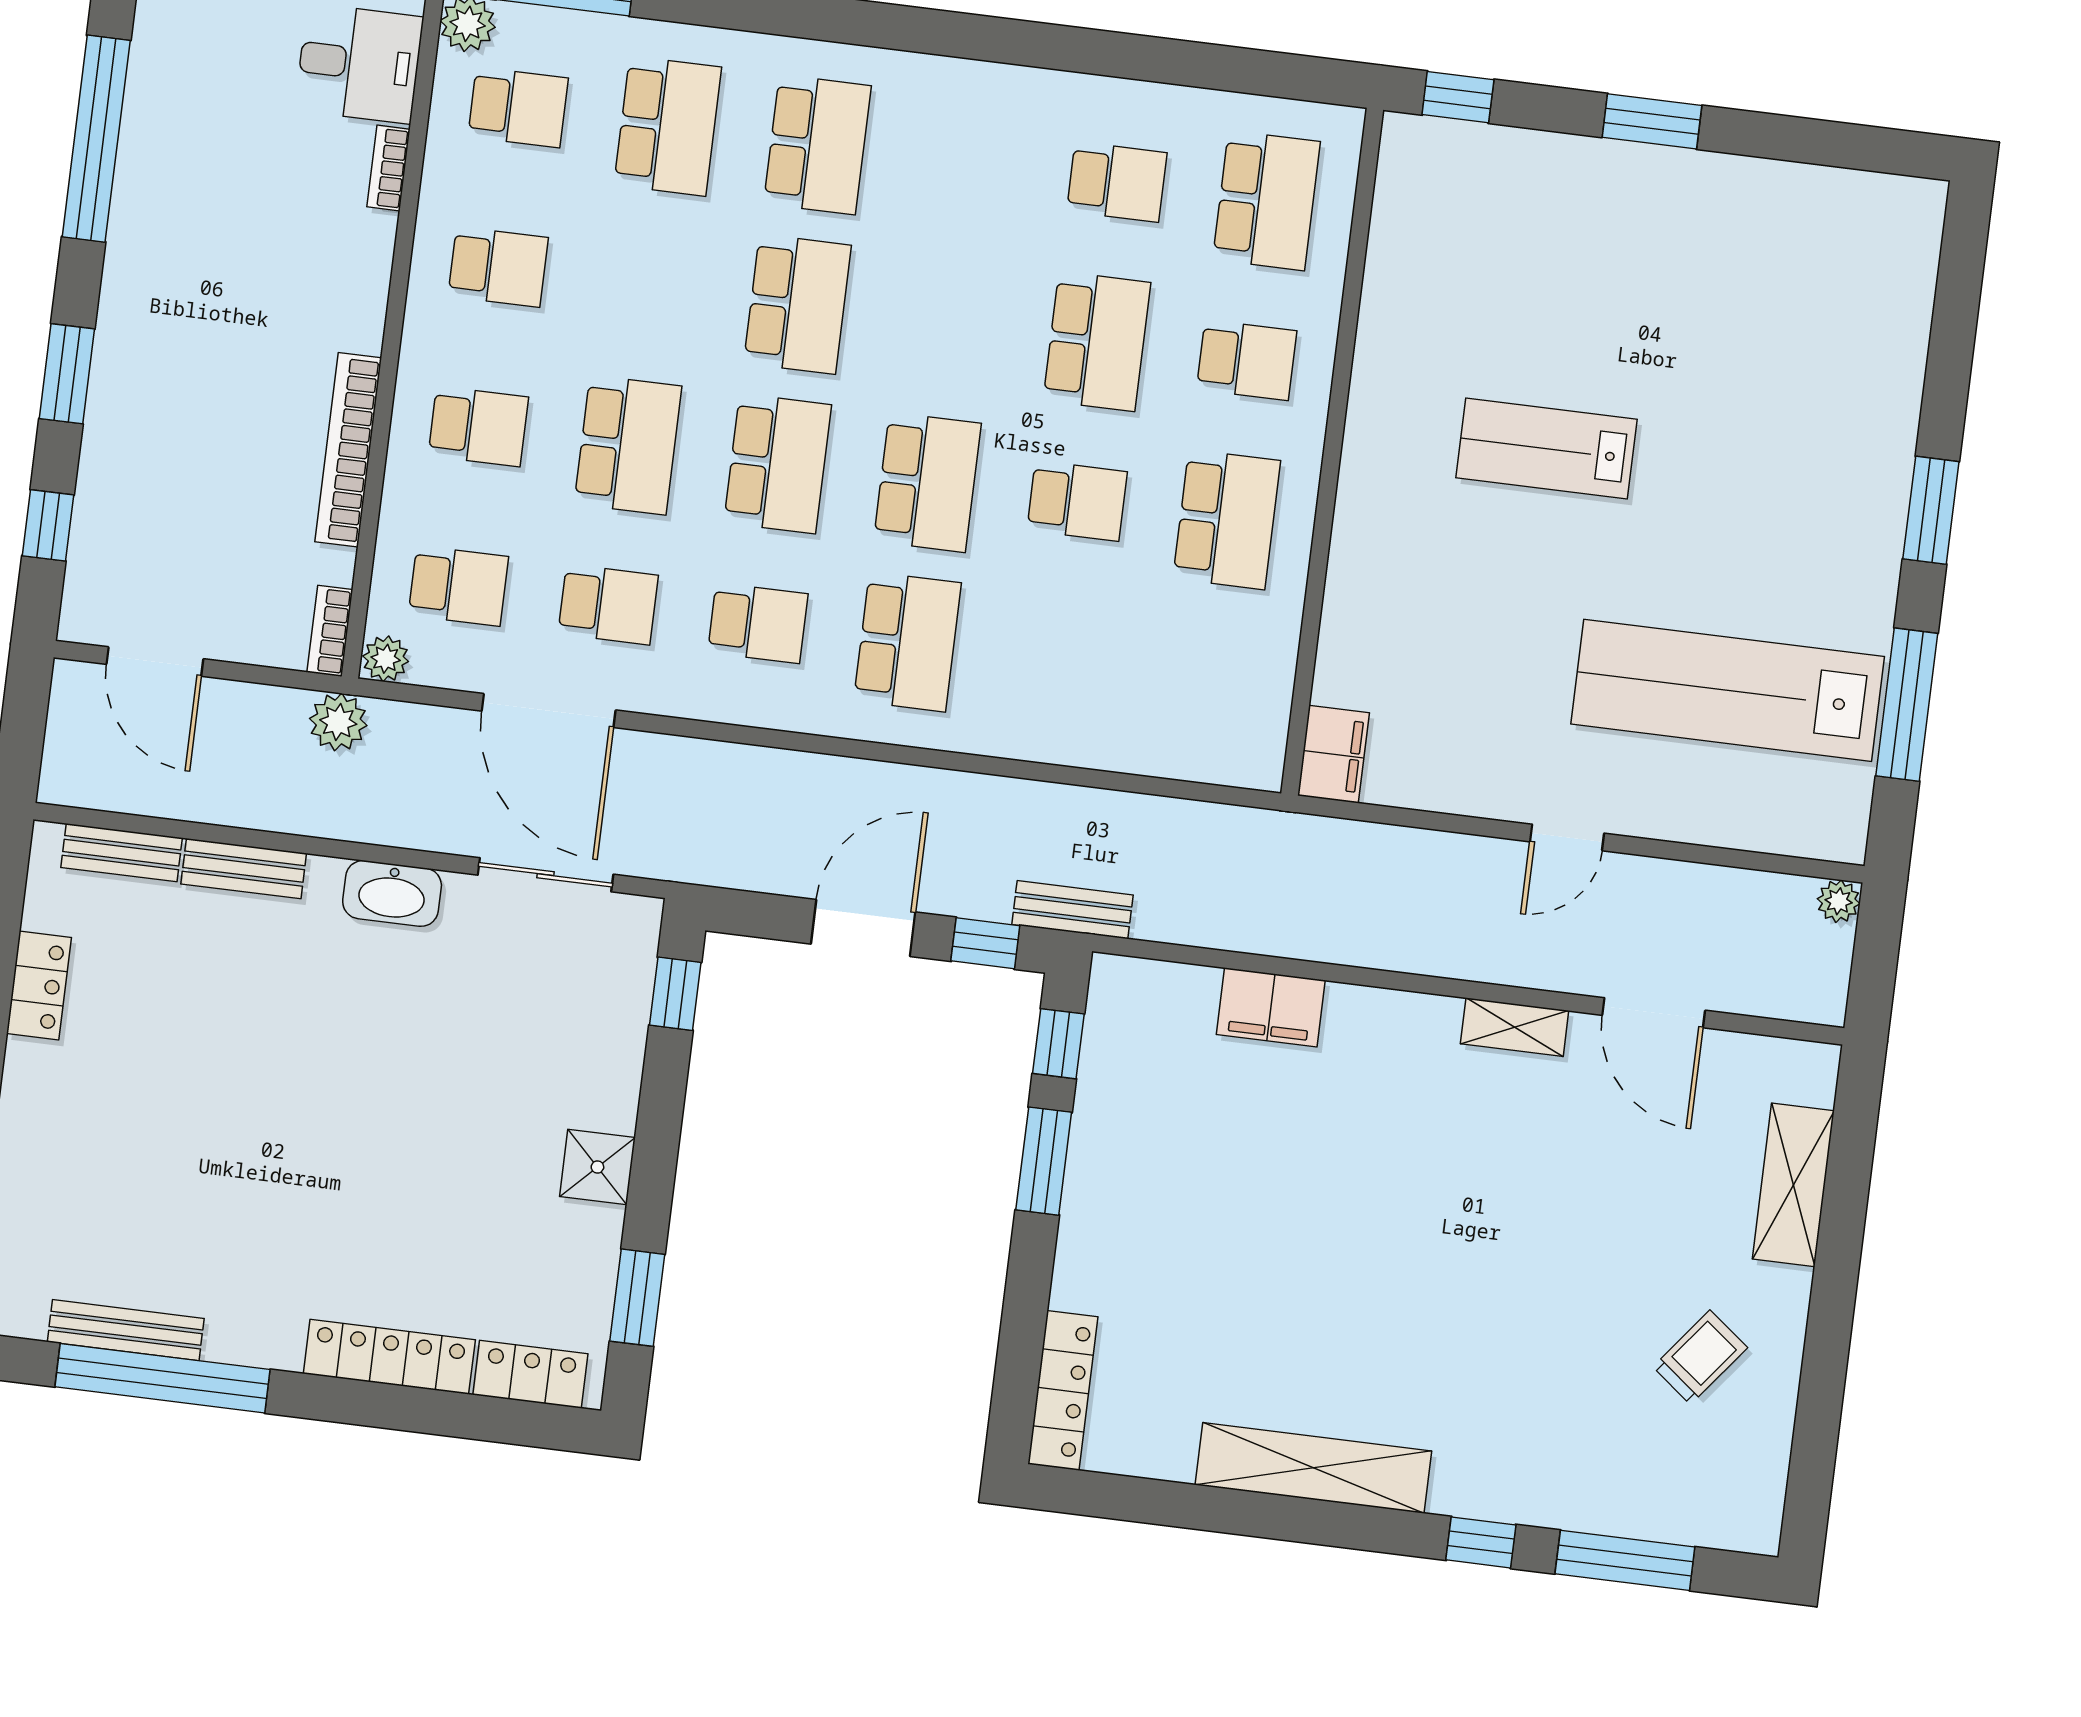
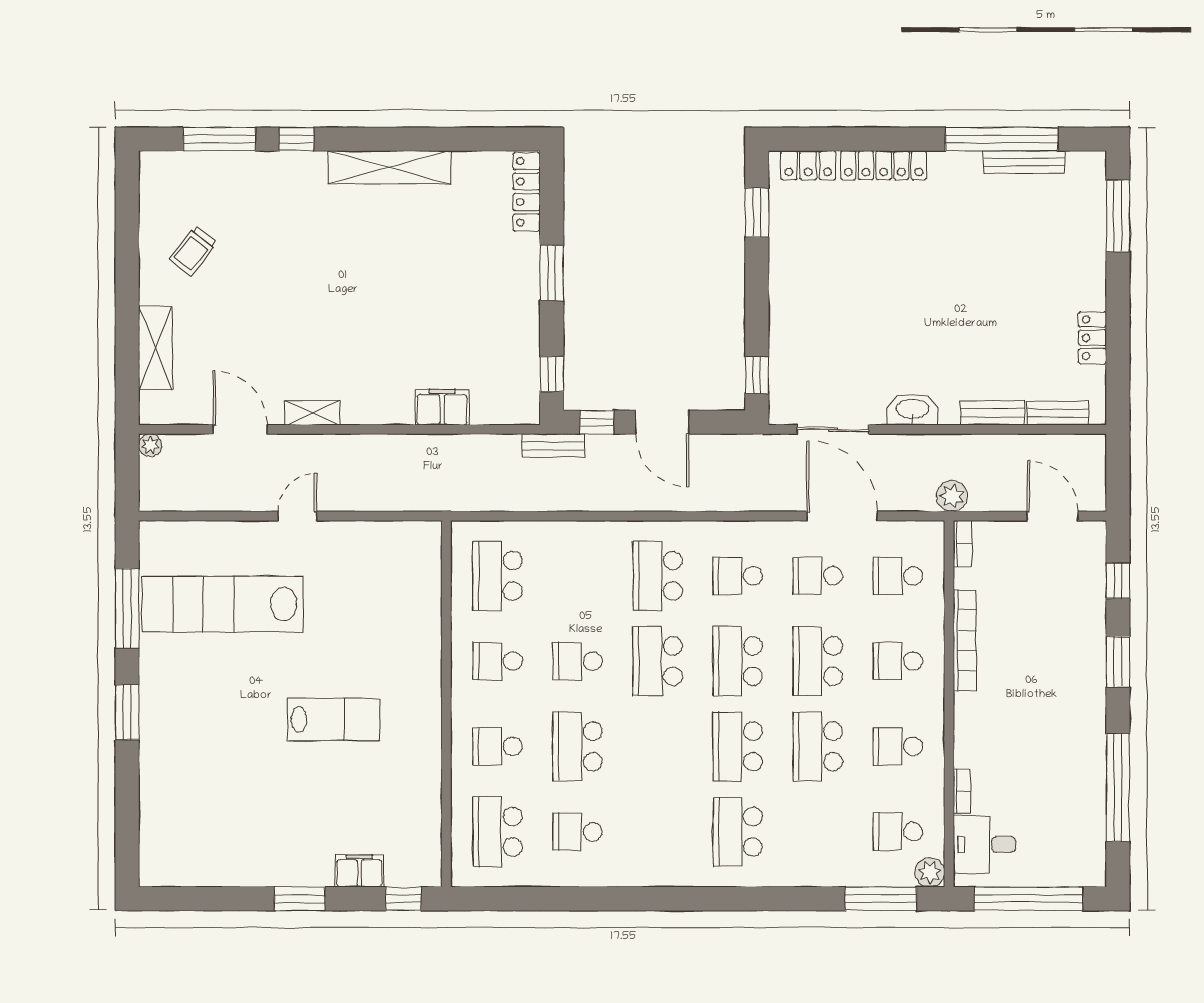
school desk: (668, 126) -> (818, 746), moved
school desk: (1227, 520) -> (497, 661), width x0.54
plant: (386, 659) -> (931, 533), removed
school desk: (1207, 679) -> (497, 576), added
lab bench: (1728, 690) -> (222, 604), turned 180
filing cabinet: (1333, 754) -> (359, 871), moved, turned 90
plant: (1839, 901) -> (150, 445), moved
door: (863, 928) -> (662, 422), hinge flipped
window: (1044, 1161) -> (552, 273), moved
shower: (597, 1167) -> (786, 279), removed

